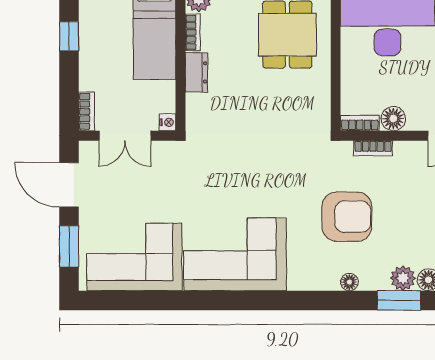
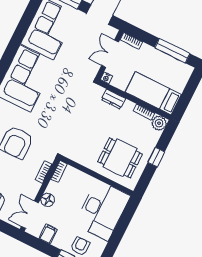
window: (69, 36) -> (172, 51), width x2.17
dresser: (196, 72) -> (113, 99), moved
floor lamp: (393, 119) -> (48, 200), moved

